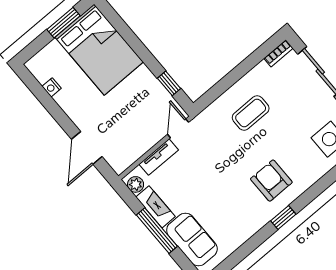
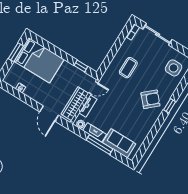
door: (178, 128) -> (93, 88), swing flipped
wardrobe: (137, 145) -> (75, 104), added
armchair: (271, 181) -> (150, 99), turned 138
window: (283, 218) -> (170, 106), moved

